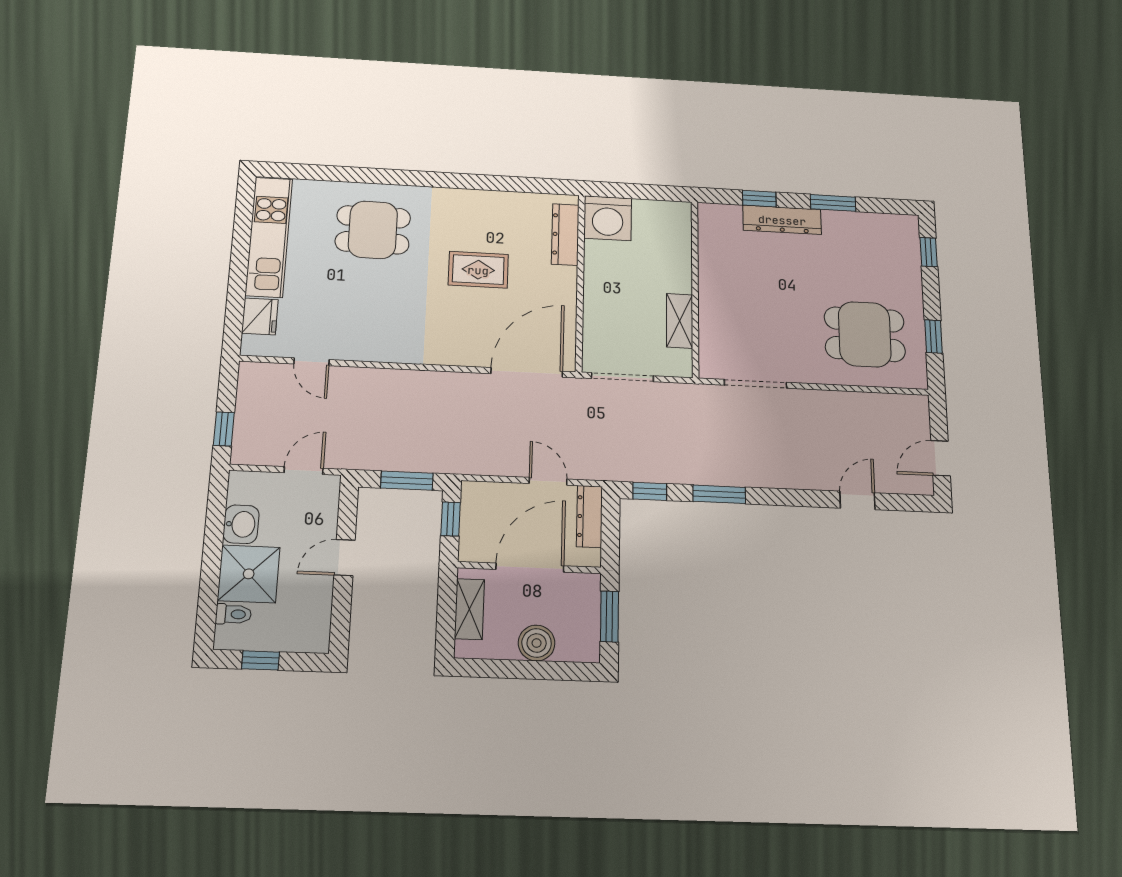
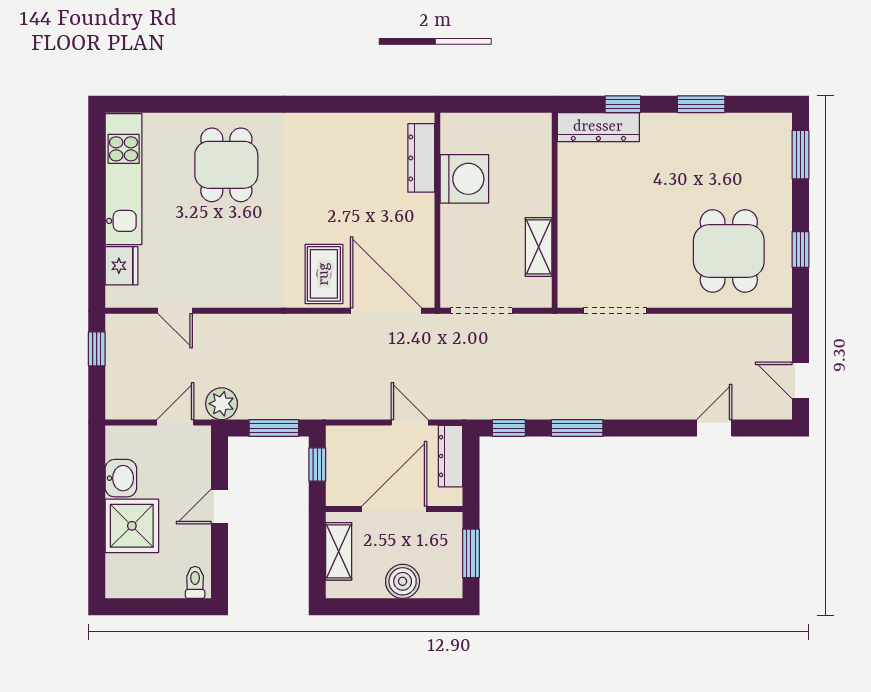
washing machine: (608, 218) -> (464, 179), moved, turned -90
dresser: (782, 220) -> (598, 127), moved
dining table: (373, 230) -> (226, 165), turned 90
window: (929, 252) -> (800, 155), width x1.50
rug: (478, 270) -> (324, 274), moved, turned 90
dining table: (865, 334) -> (729, 251), turned 90
door: (527, 372) -> (386, 311), hinge flipped
window: (224, 429) -> (97, 349), moved
plant: (353, 454) -> (222, 404), added
door: (941, 458) -> (800, 380), hinge flipped
toilet: (233, 614) -> (195, 582), moved, turned -90
window: (261, 660) -> (149, 607), removed

